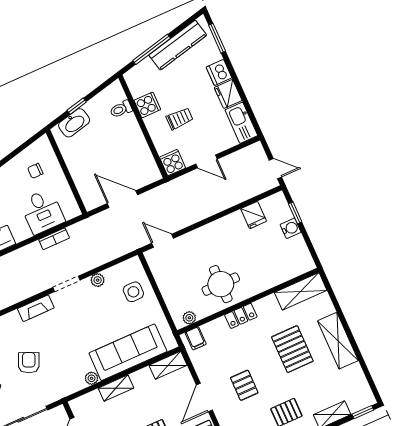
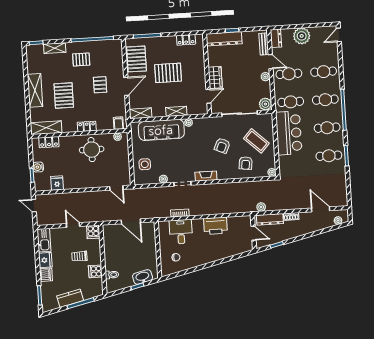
kitchen counter: (178, 45) -> (70, 298), width x0.67
locker: (288, 271) -> (49, 142), added

